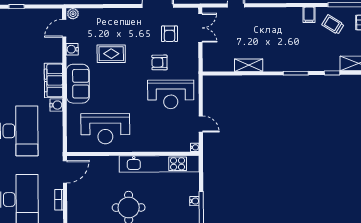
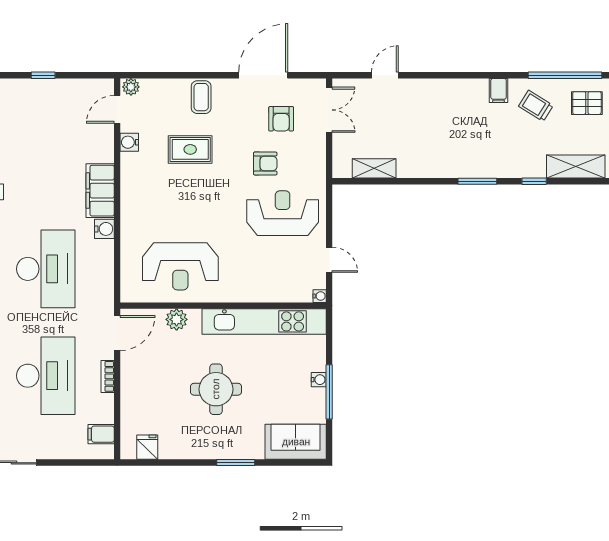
coffee table: (118, 20) -> (201, 97), added
armchair: (159, 62) -> (265, 163), turned 180
shelving: (249, 65) -> (374, 168), moved
sofa: (78, 84) -> (138, 196), removed
reception desk: (171, 94) -> (283, 213), turned 180
plant: (103, 163) -> (177, 319), added

